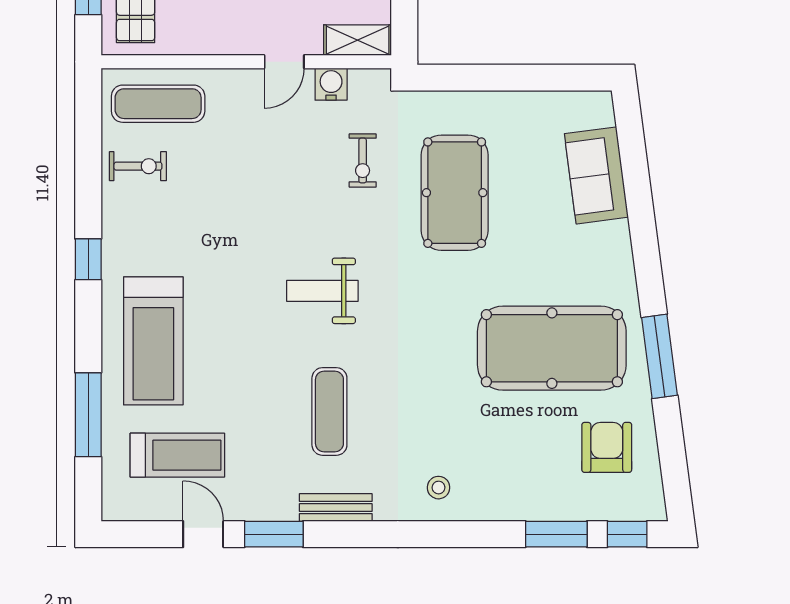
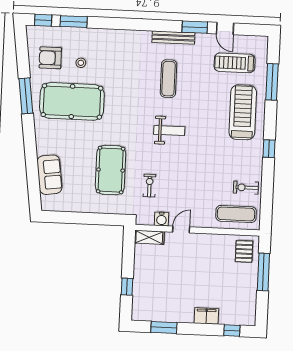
armchair: (607, 447) -> (50, 58), turned 90
stool: (439, 488) -> (81, 63), moved
bench: (336, 508) -> (173, 38), width x1.36

